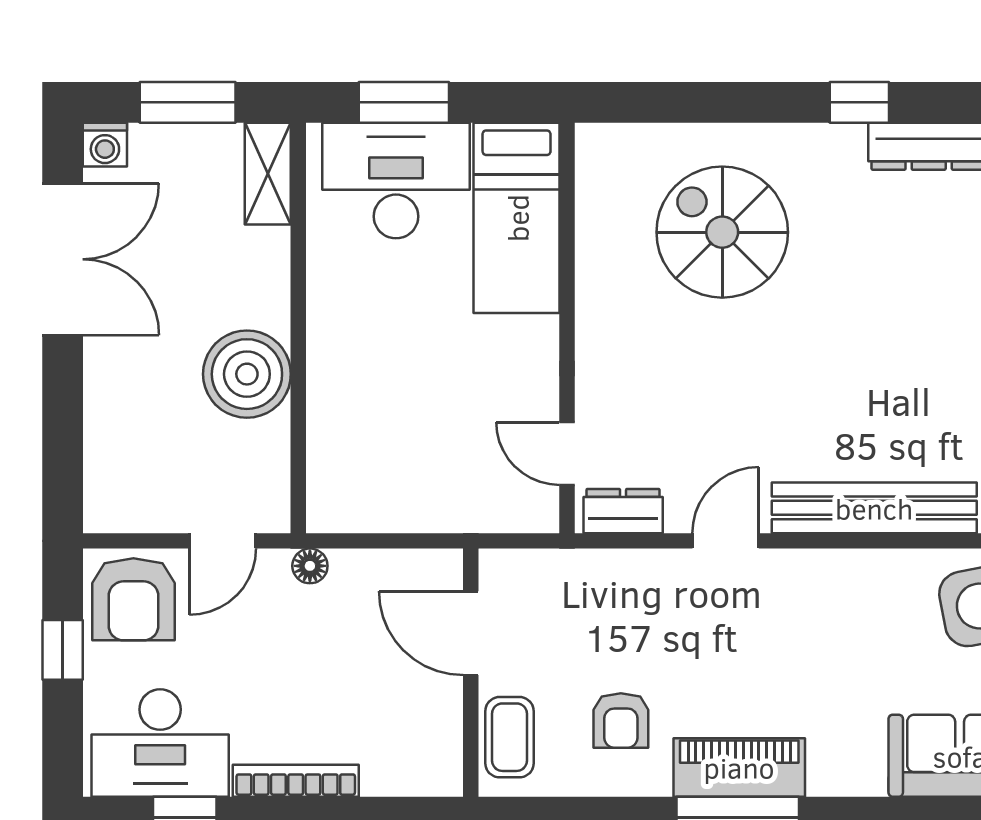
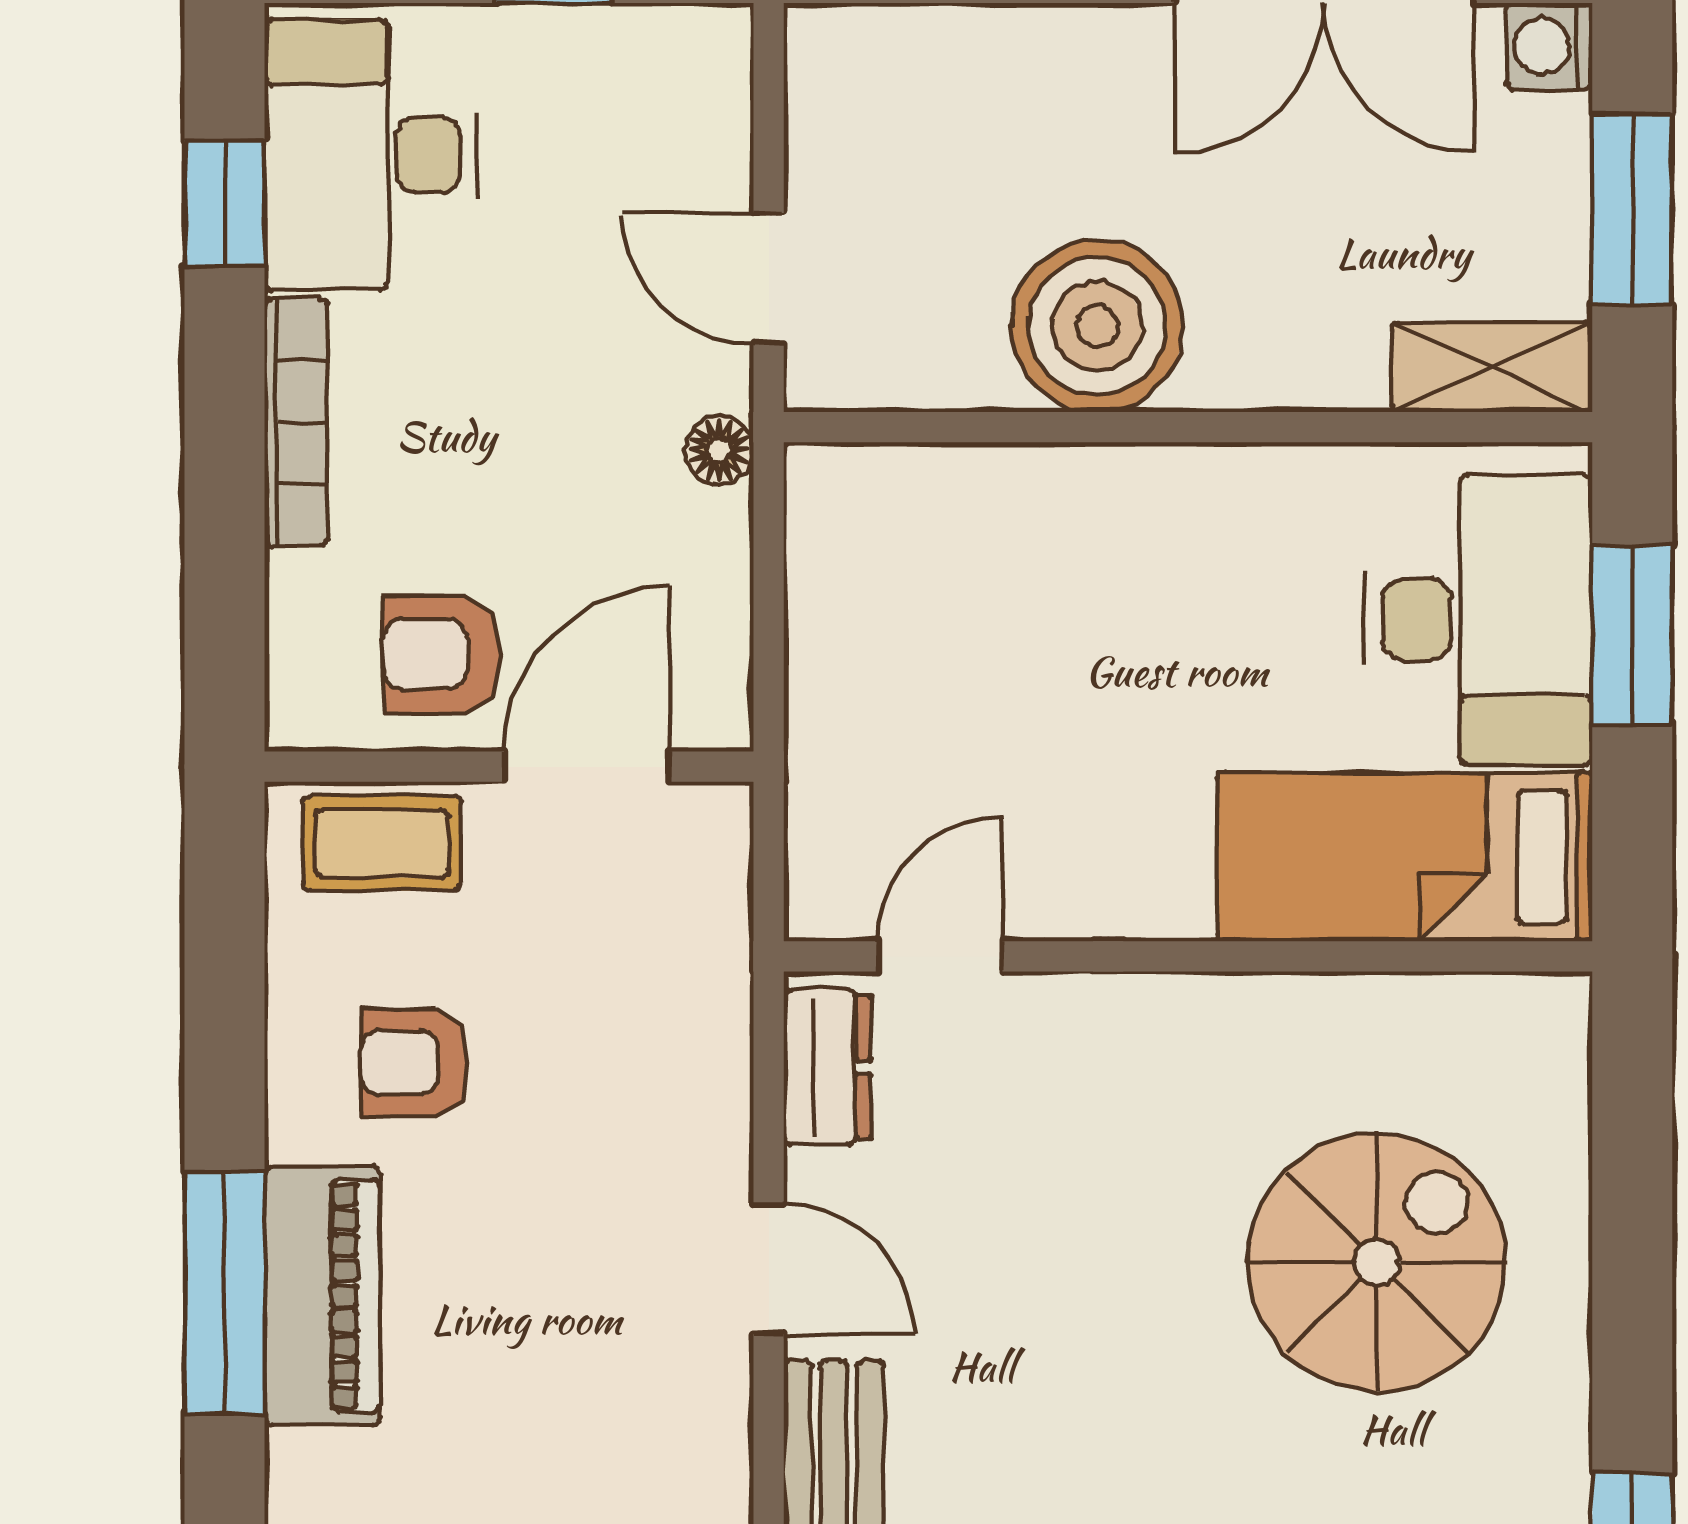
armchair: (133, 599) -> (442, 654), moved, width x0.72, depth x0.72

